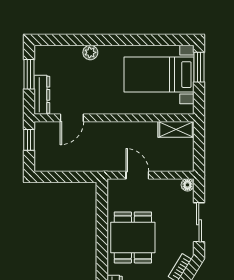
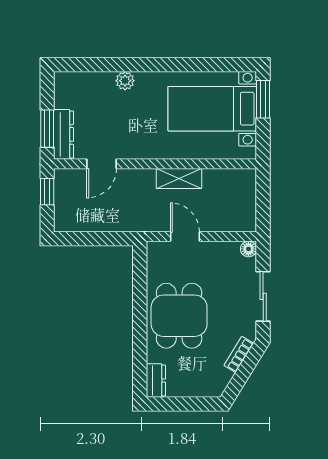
window: (29, 74) -> (47, 129), moved
shelving: (176, 129) -> (179, 178), moved

